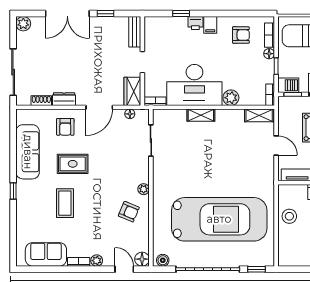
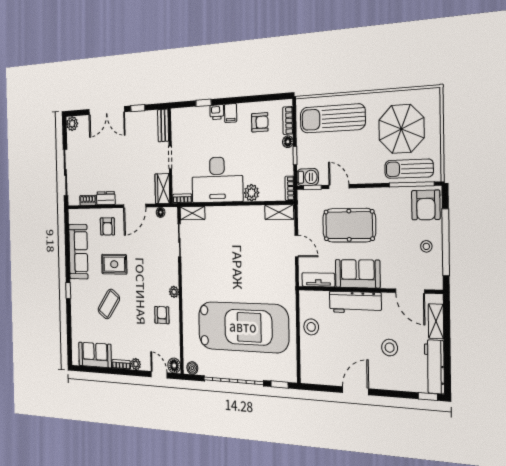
shelving: (201, 115) -> (192, 213), moved
coffee table: (65, 203) -> (109, 304), turned 36
armchair: (129, 212) -> (162, 315), turned -113

